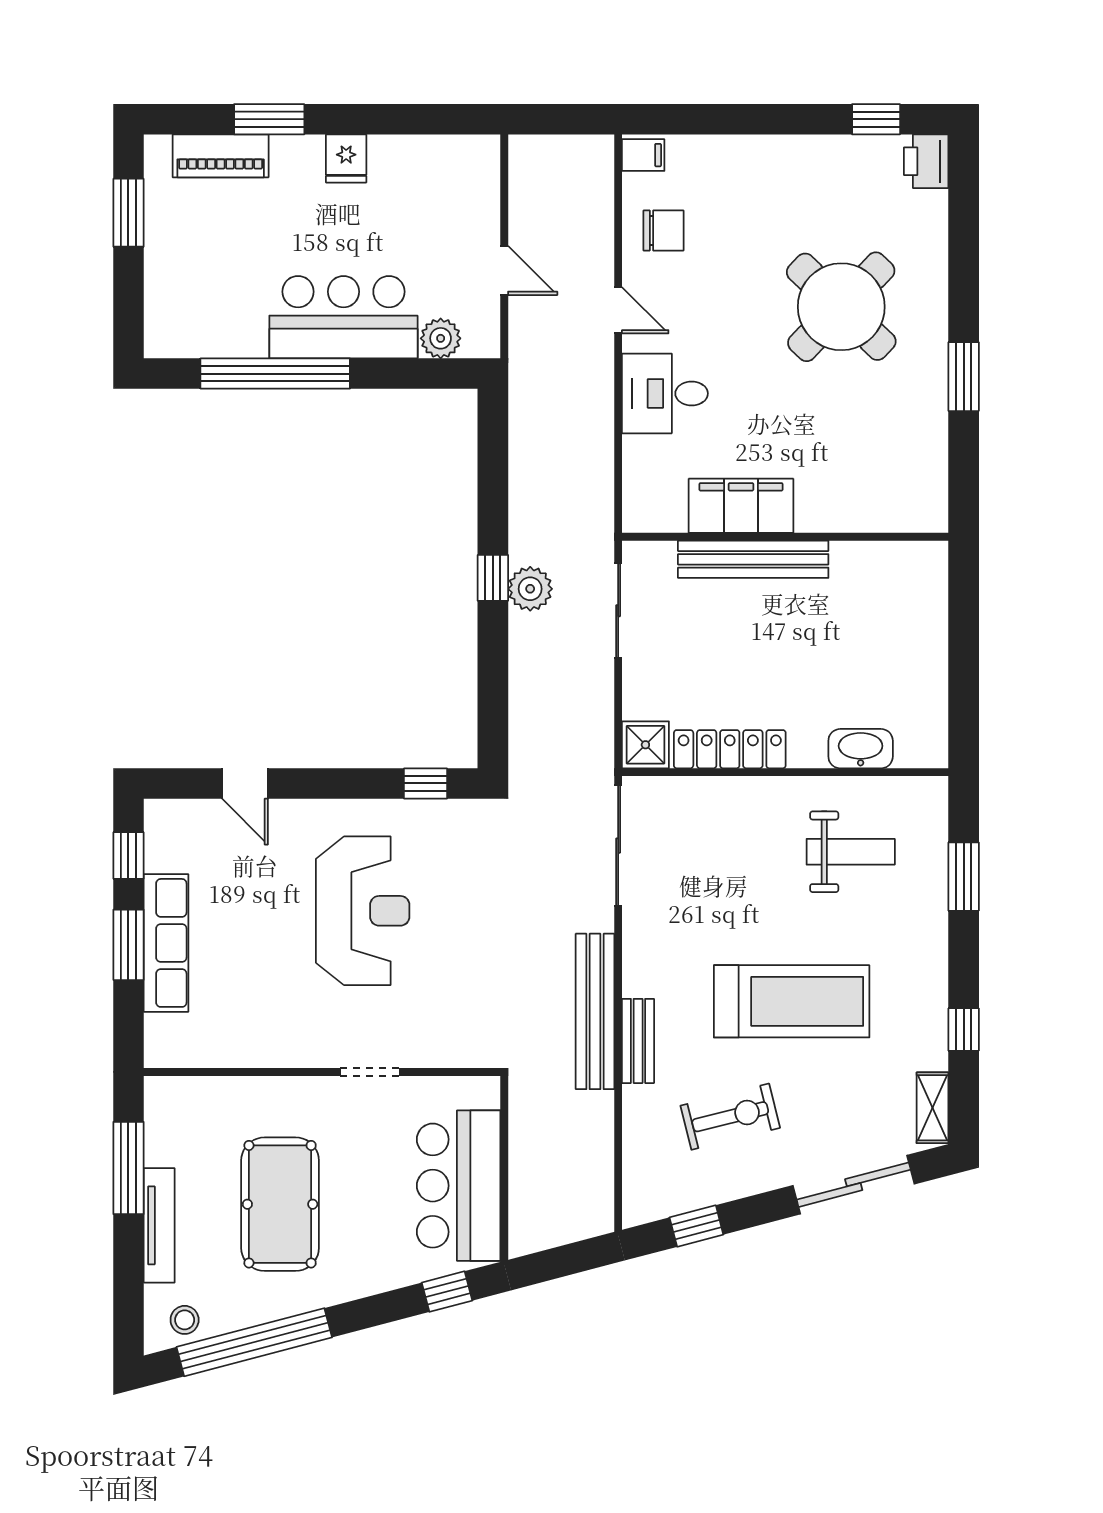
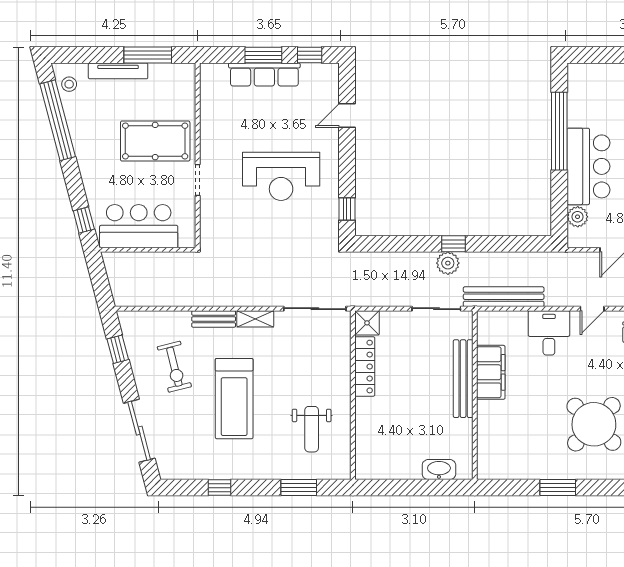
washbasin: (861, 749) -> (439, 470), moved, turned -90
bench: (595, 1011) -> (504, 297), moved
shelving: (932, 1108) -> (255, 319), moved
pool table: (280, 1204) -> (155, 141), moved

